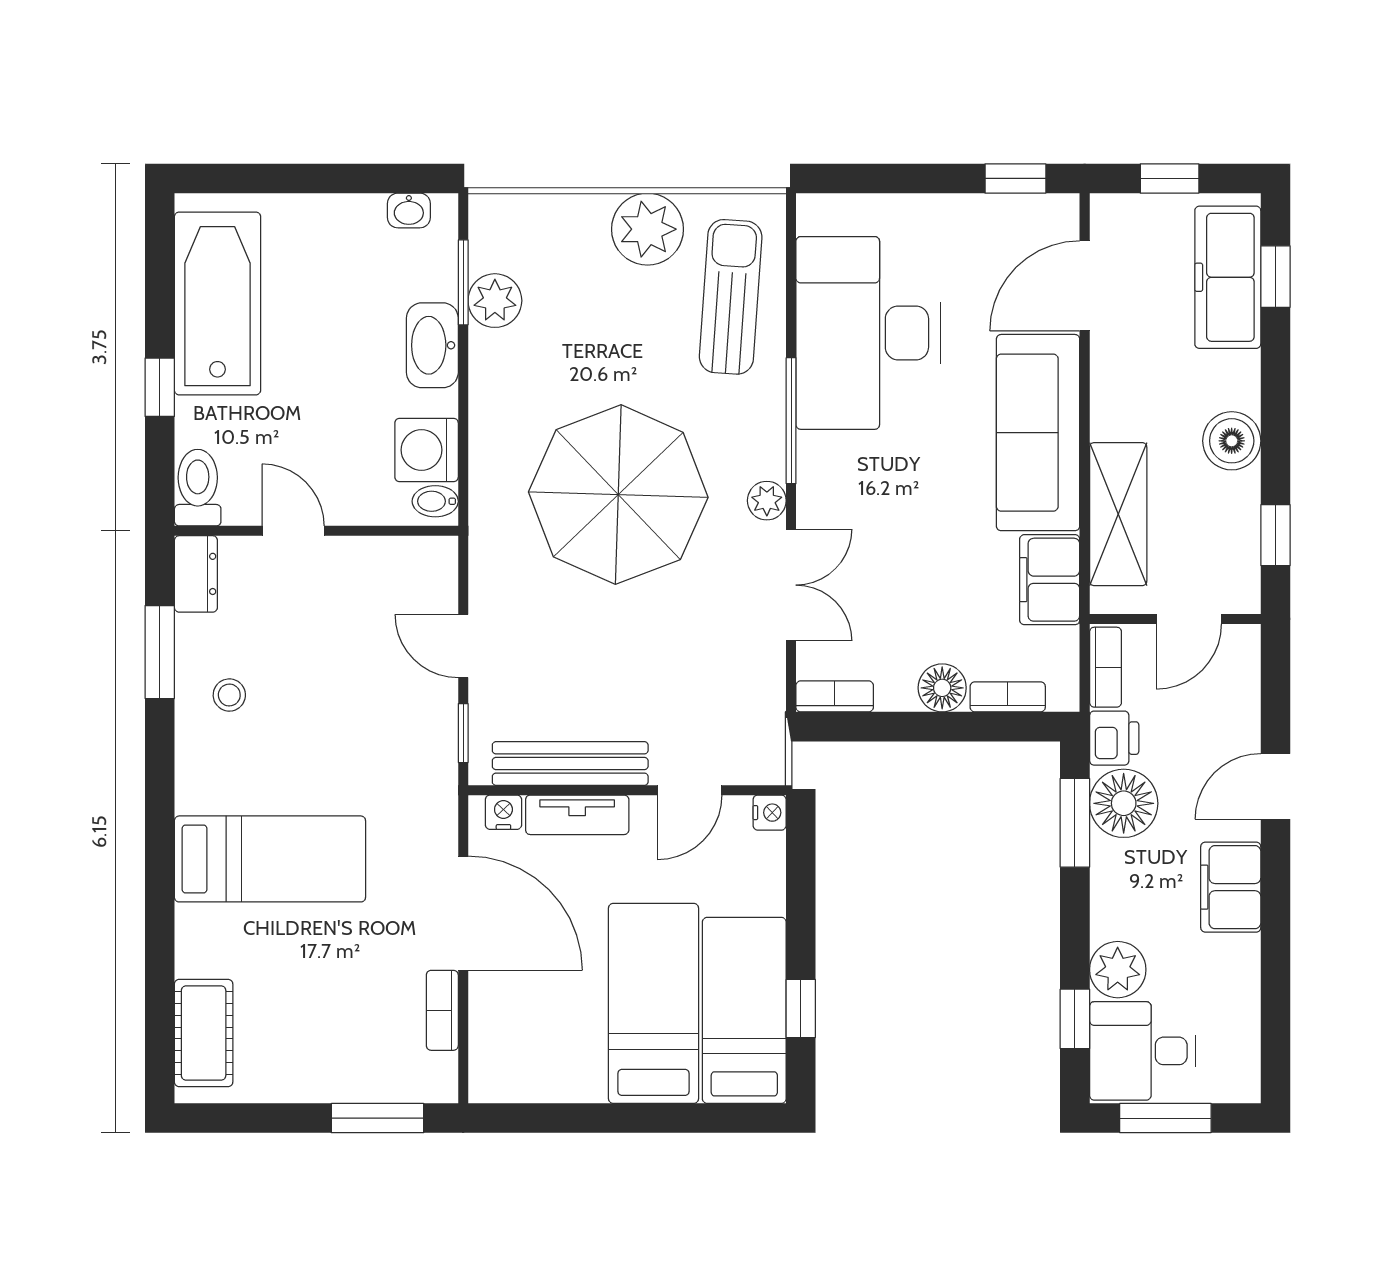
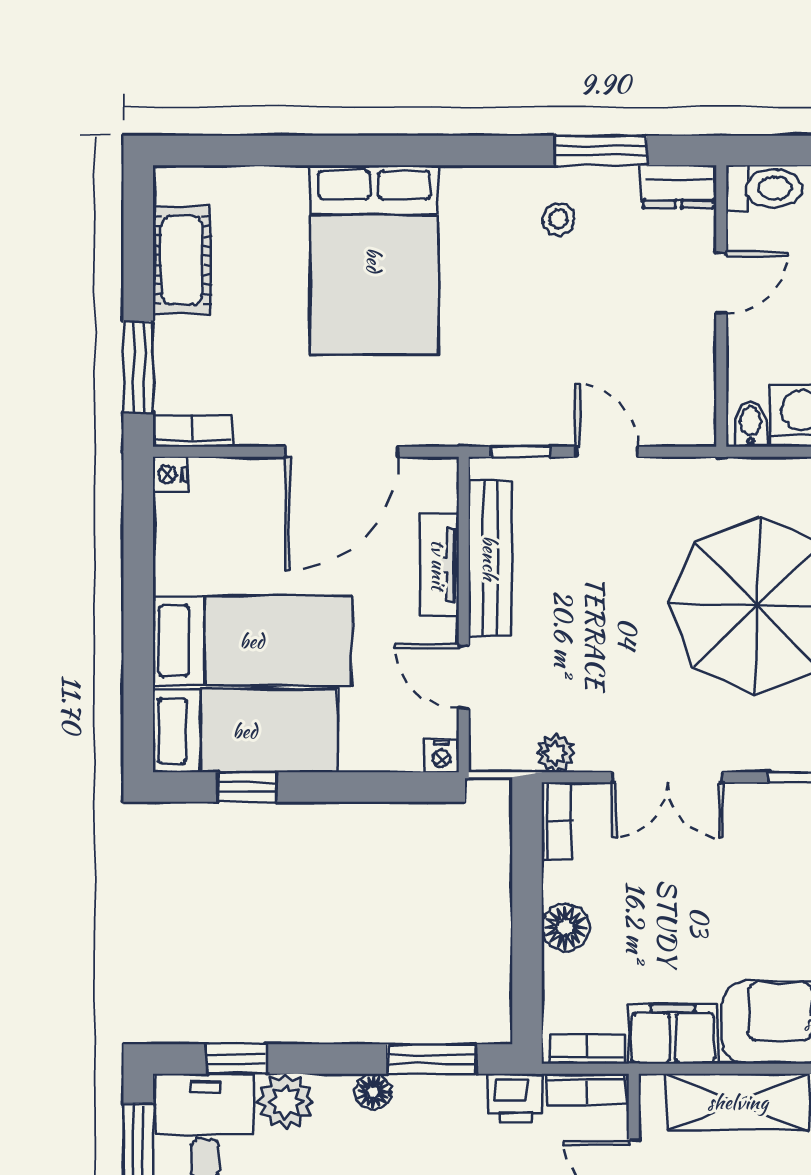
plant: (767, 501) -> (556, 753), moved
door: (463, 646) -> (607, 452), hinge flipped
bookcase: (1008, 697) -> (587, 1049), moved, turned -90
floor lamp: (1124, 803) -> (373, 1092), moved, width x0.53, depth x0.53
nightstand: (503, 812) -> (170, 475), moved, turned 180
bed: (270, 859) -> (374, 260), width x1.50
bookcase: (442, 1010) -> (193, 431), moved
cot: (204, 1033) -> (182, 260), moved, turned 90

